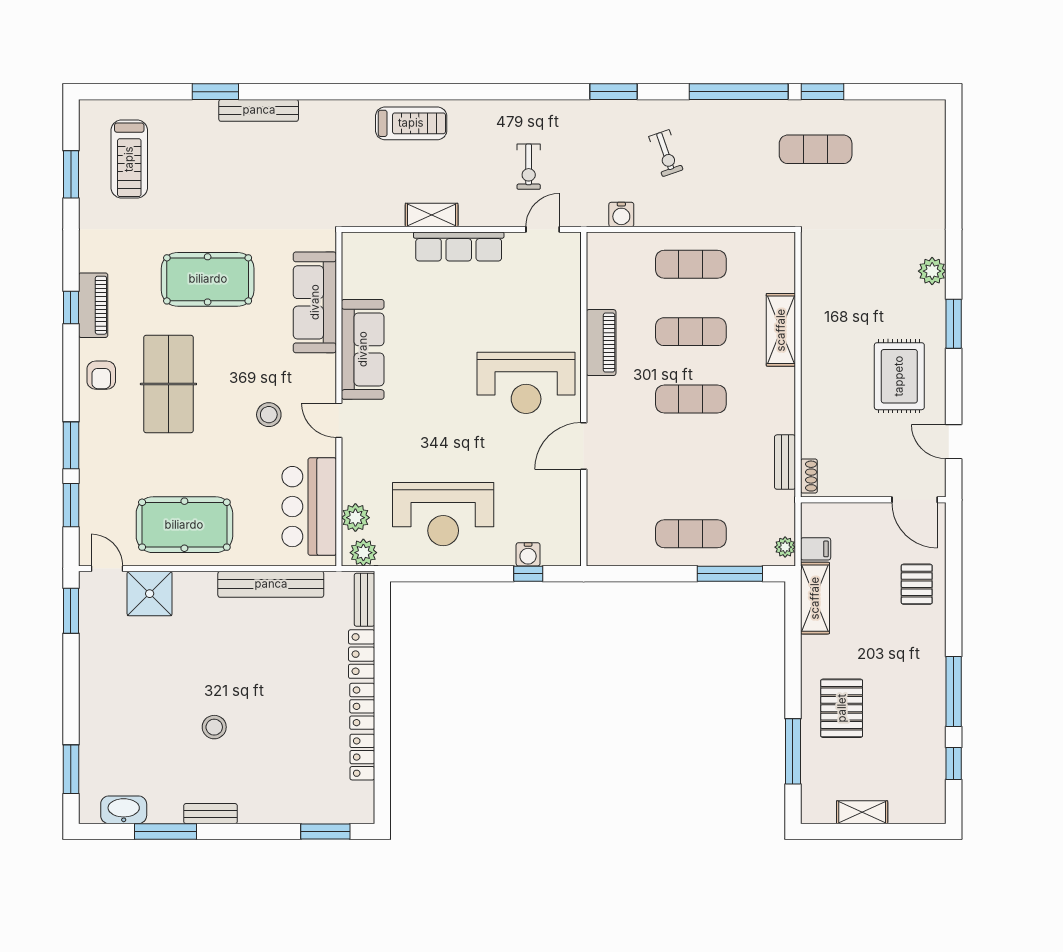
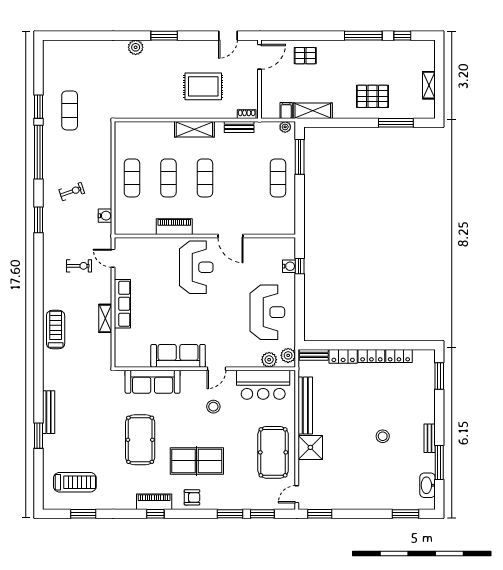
shelving: (781, 330) -> (194, 129), moved
rug: (899, 376) -> (203, 86), moved
shower: (150, 594) -> (310, 447), moved

